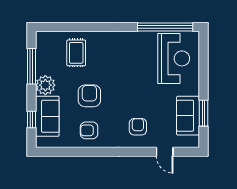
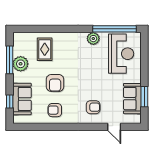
plant: (138, 39) -> (93, 39), added
plant: (45, 85) -> (21, 64), moved
armchair: (89, 96) -> (55, 83), turned 180
armchair: (138, 127) -> (93, 107), turned 90

